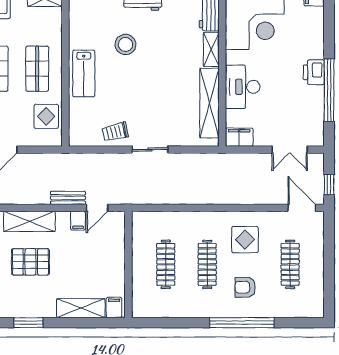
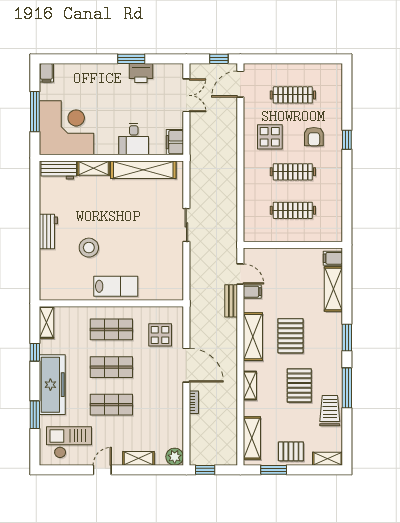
printer: (314, 72) -> (141, 73), moved
desk: (243, 87) -> (134, 139), width x0.73
window: (329, 90) -> (131, 59), width x0.47
display table: (46, 116) -> (160, 335), moved
trolley: (115, 132) -> (170, 257), removed
window: (242, 323) -> (347, 140), width x0.32

